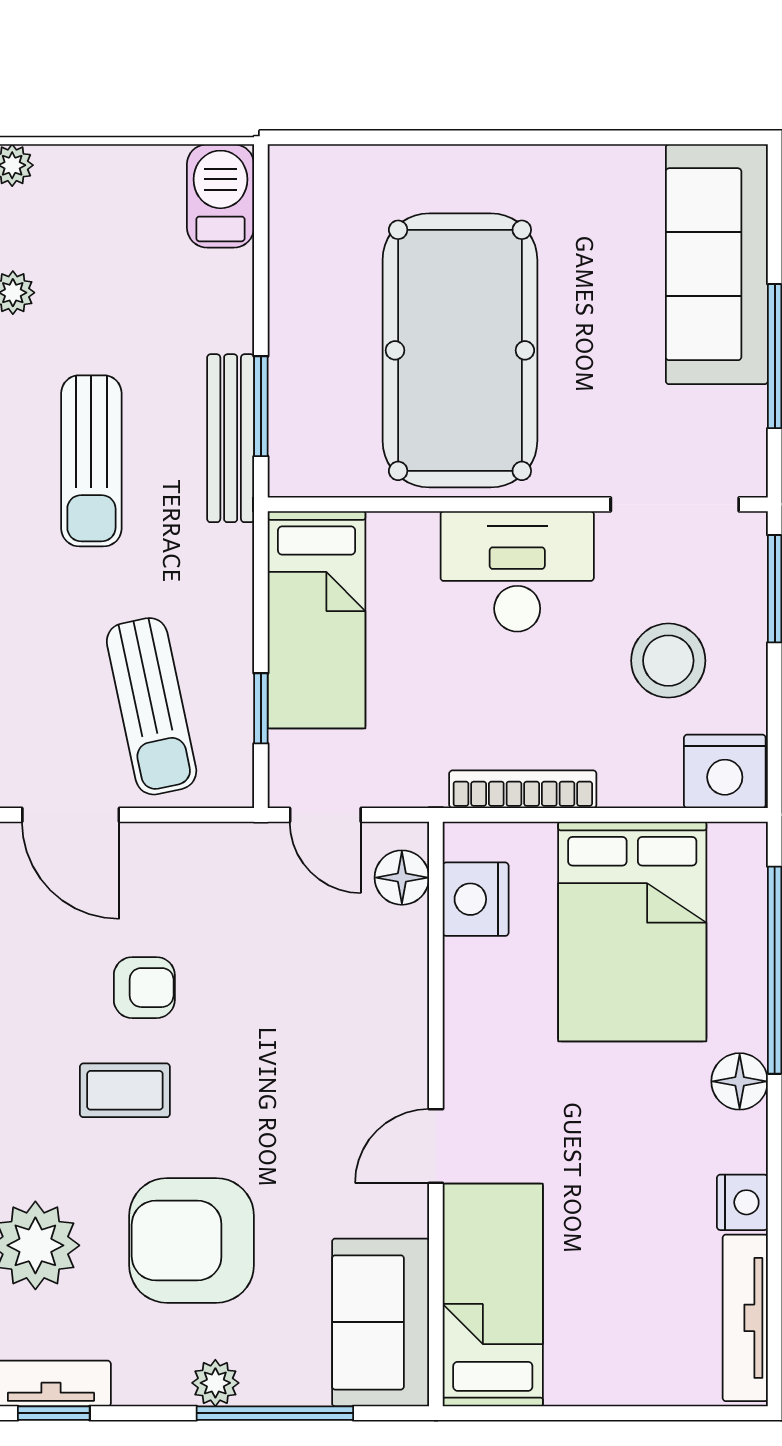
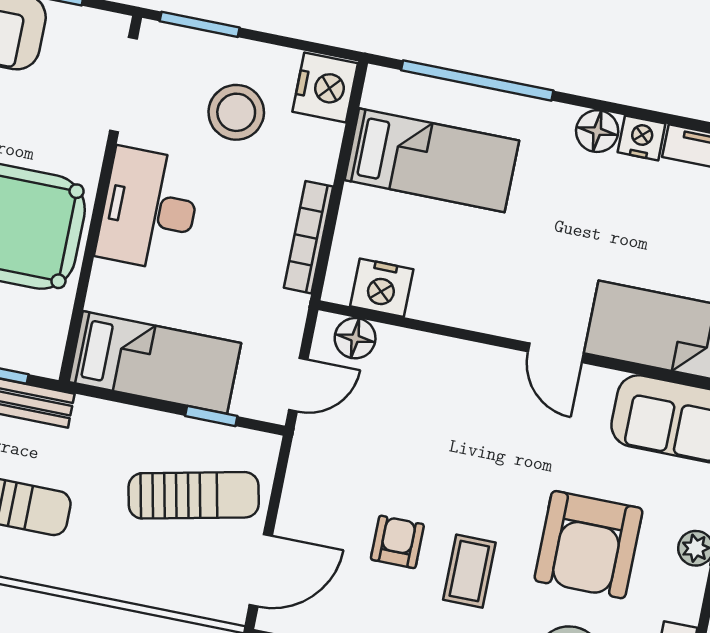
bed: (632, 931) -> (432, 160), width x0.67
floor lamp: (740, 1081) -> (597, 131), moved

